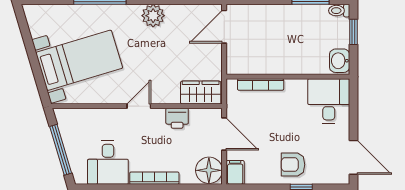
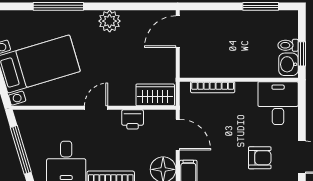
toilet: (339, 11) -> (288, 45), moved
window: (354, 32) -> (302, 54), moved
armchair: (293, 165) -> (260, 158), moved, turned 180

